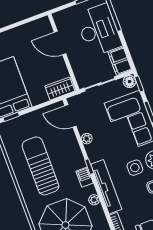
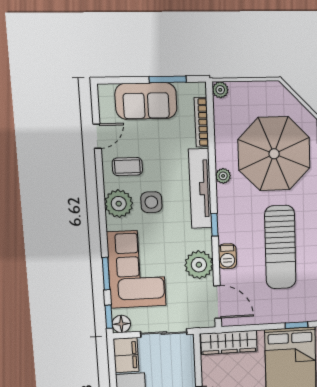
wardrobe: (60, 89) -> (229, 342), width x1.50
plant: (87, 139) -> (199, 265), width x1.88, depth x1.88
barbecue: (85, 177) -> (227, 256), moved

